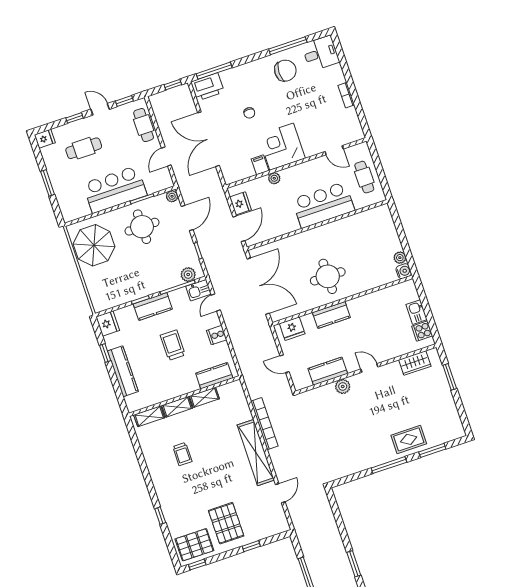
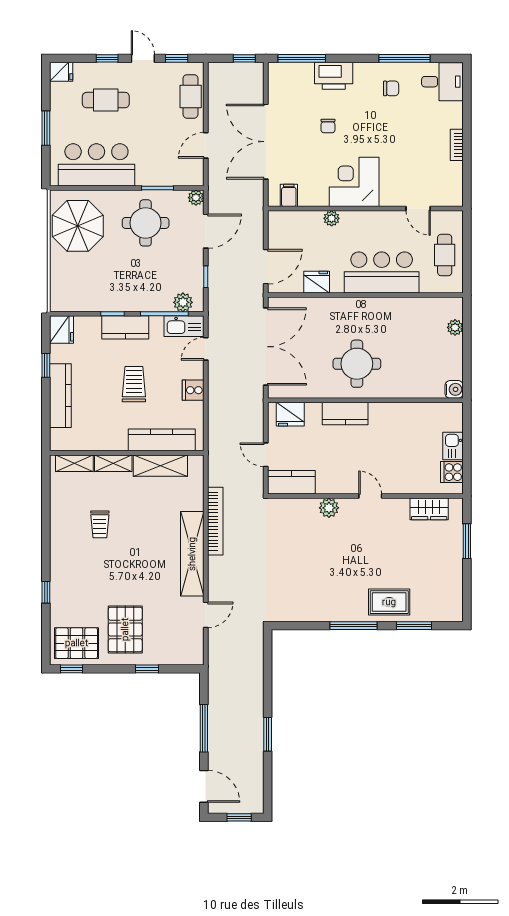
chair: (285, 71) -> (391, 88), width x0.54, depth x0.54
printer: (207, 87) -> (334, 76), moved
filing cabinet: (260, 165) -> (289, 195), moved
bar counter: (115, 189) -> (96, 165), moved
fridge: (240, 203) -> (317, 282), moved, turned -90
plant: (400, 258) -> (455, 327), moved
kitchen sink: (198, 290) -> (184, 326), width x1.38
kitchen counter: (328, 371) -> (291, 482), moved
kitchen counter: (214, 376) -> (162, 440), width x1.50
shelving: (204, 397) -> (160, 466), width x1.50, depth x1.33

